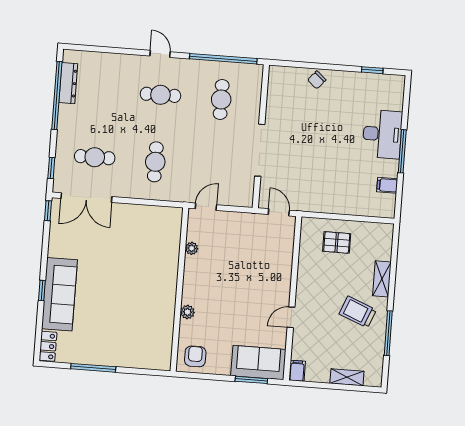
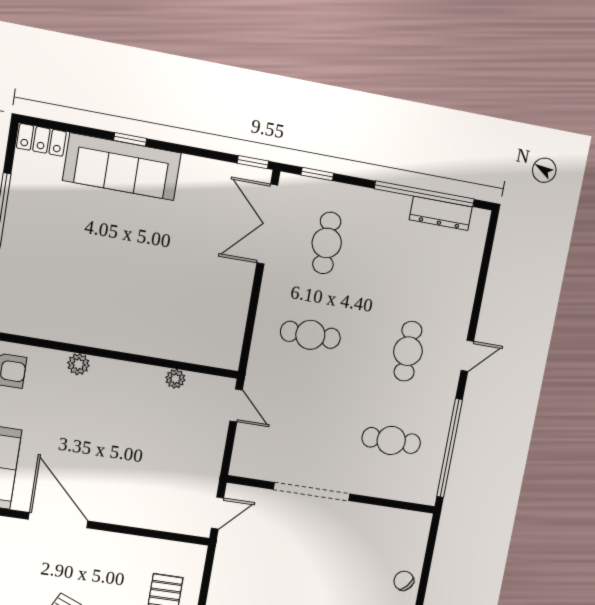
door: (291, 317) -> (58, 520), width x1.87

